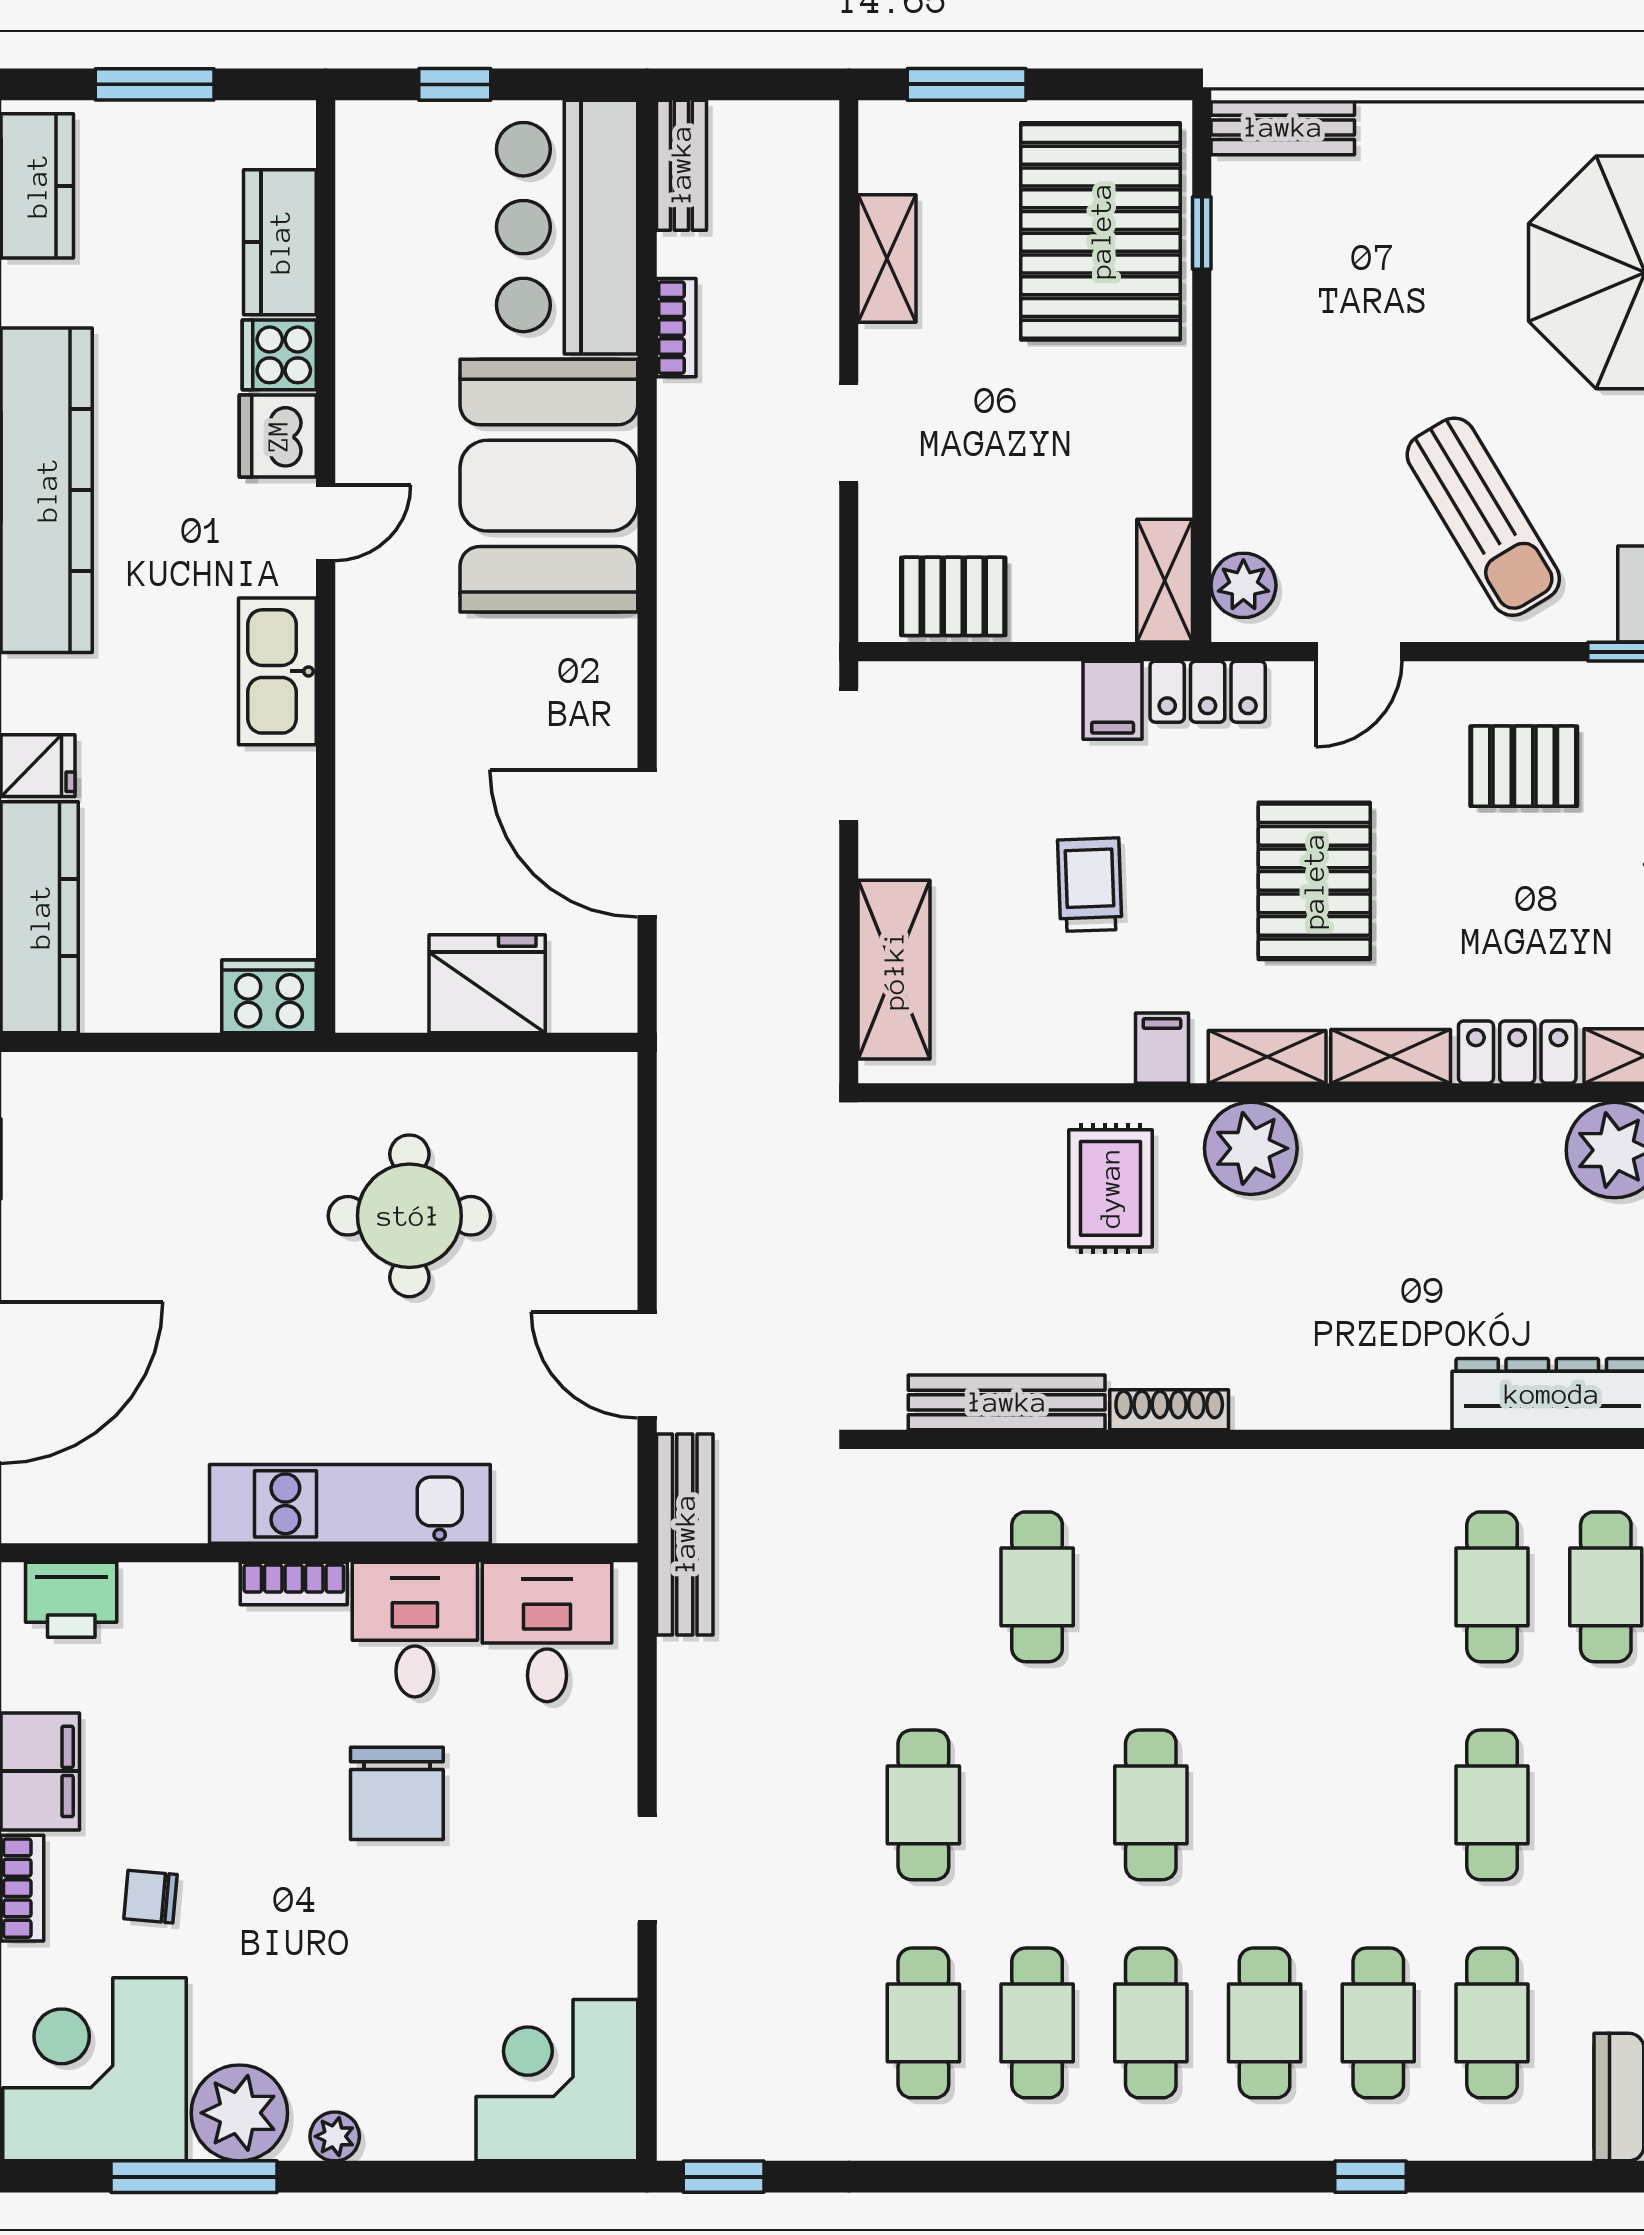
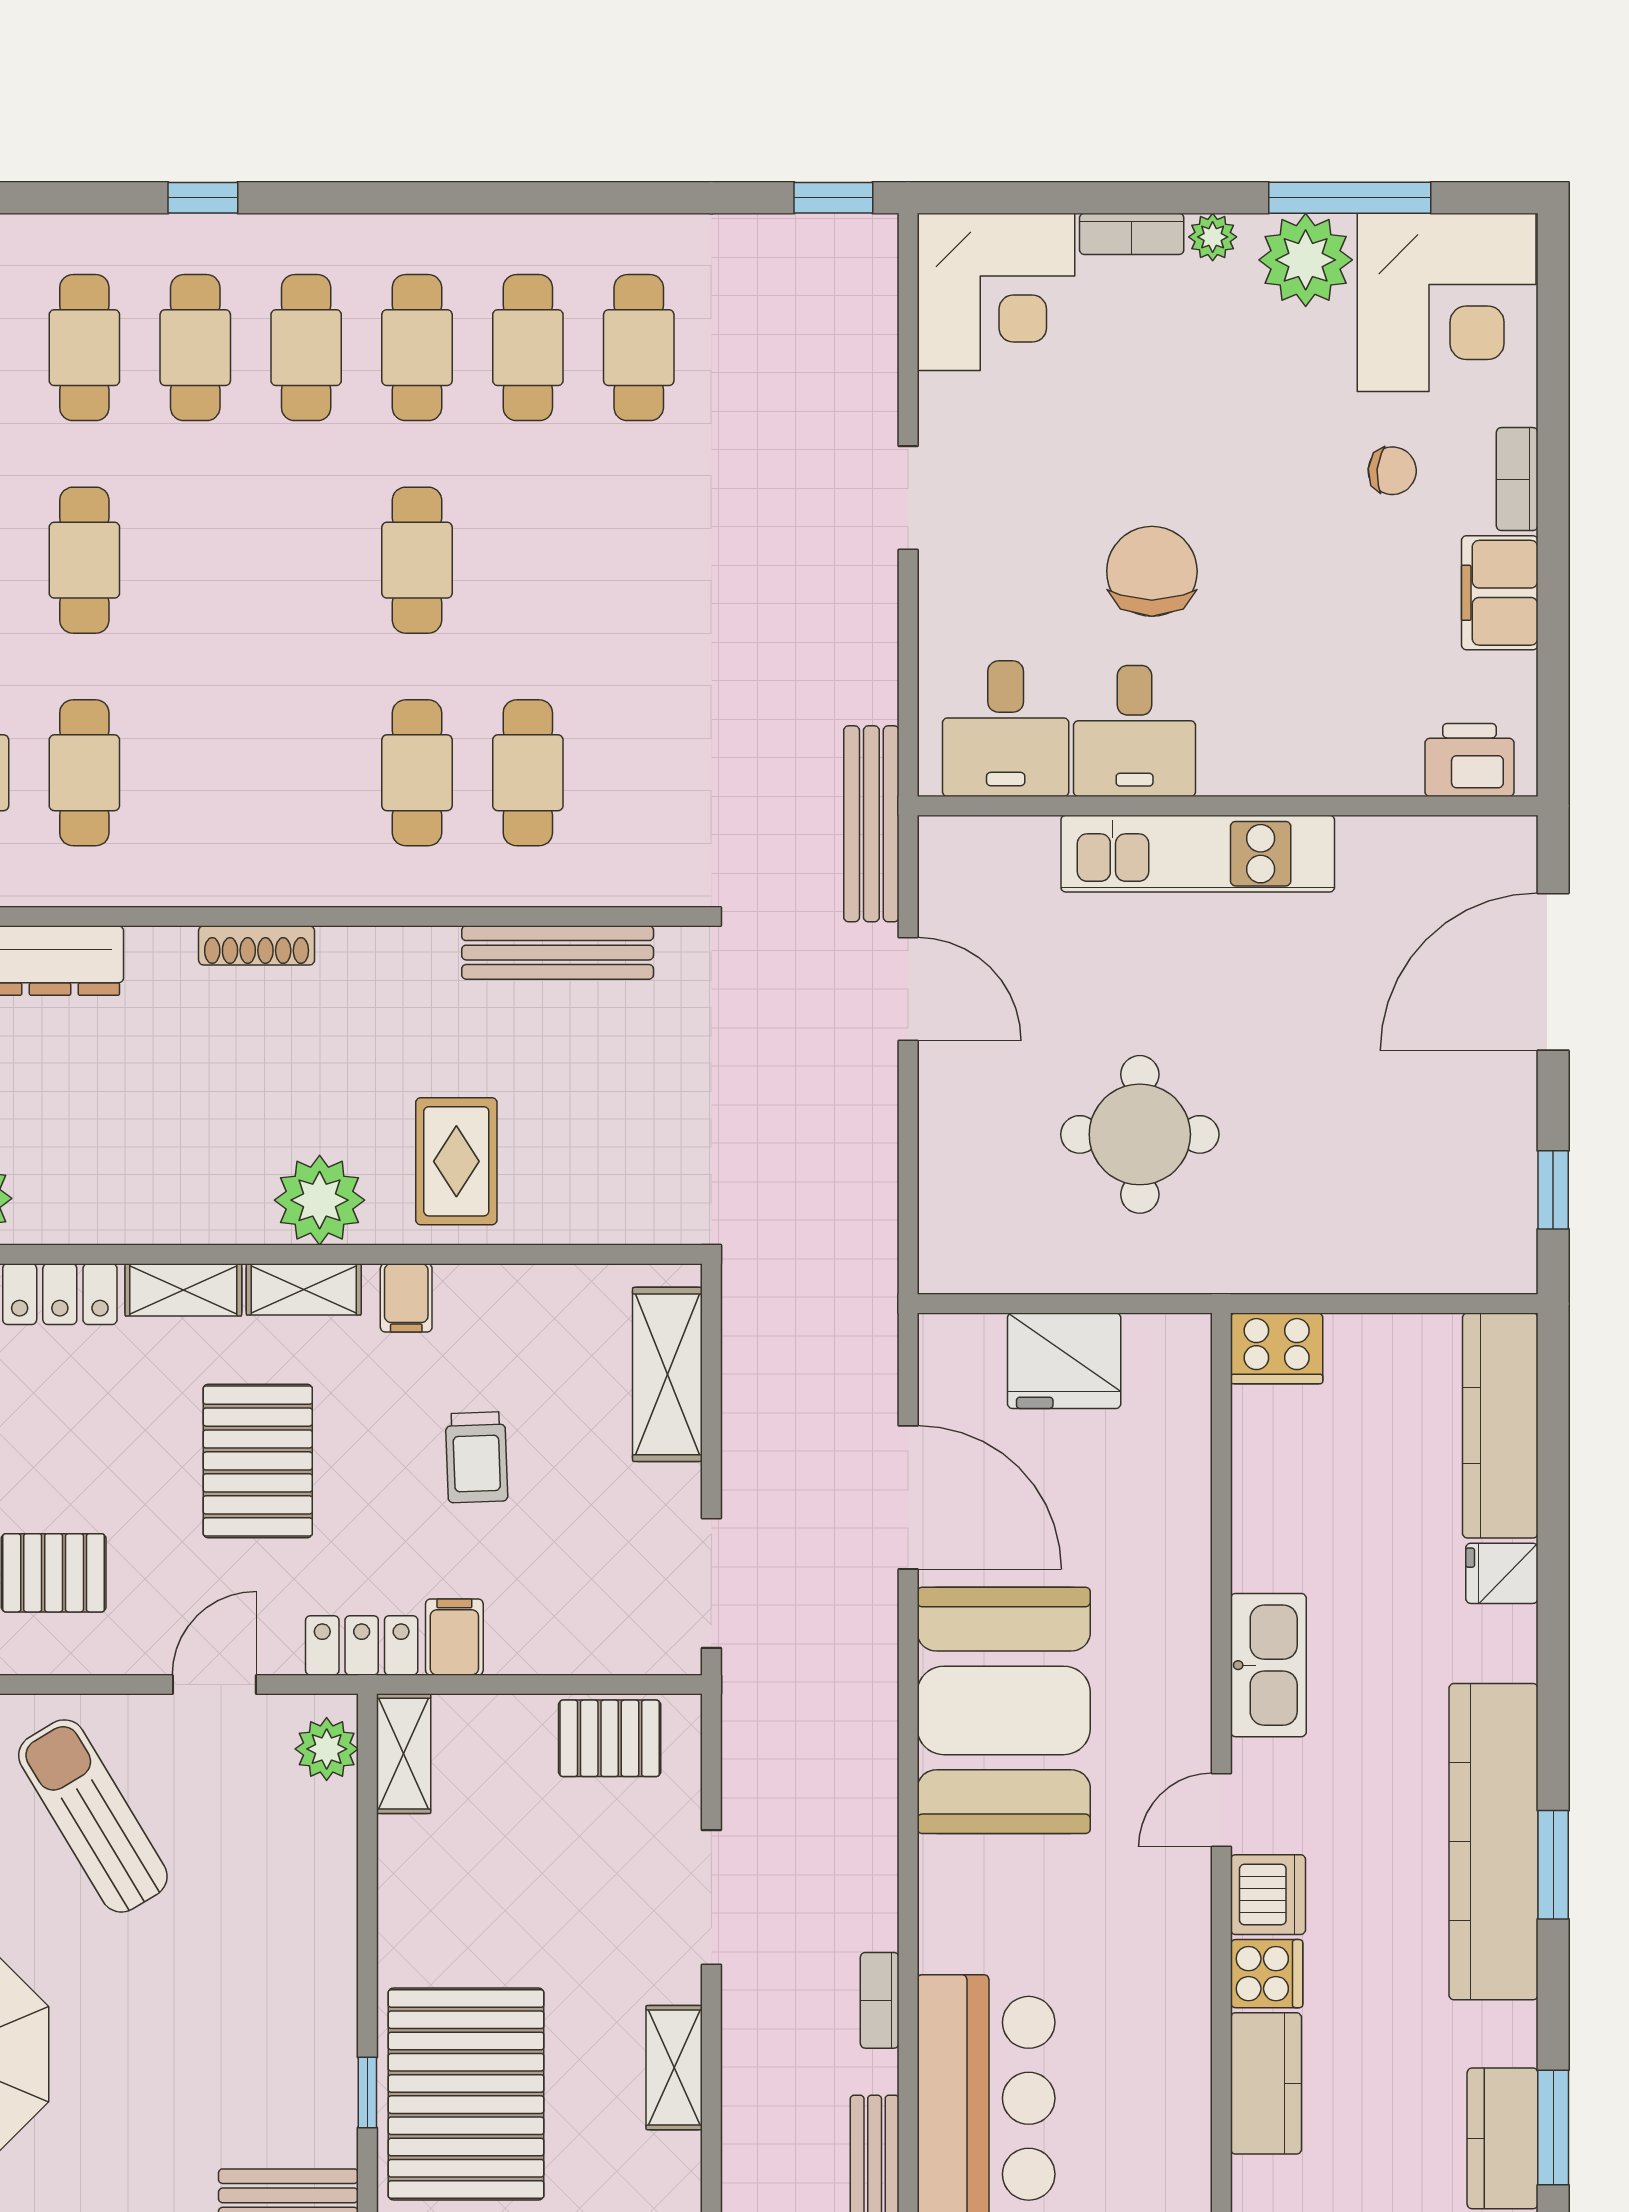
doorway: (849, 433) -> (711, 1897), width x1.38
booth: (549, 486) -> (1004, 1710), moved
shoe rack: (1169, 1410) -> (257, 945), moved
bookcase: (294, 1584) -> (1132, 234), moved, turned 180
cafe table: (923, 1805) -> (417, 773), moved

